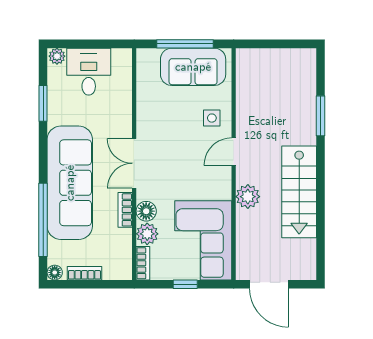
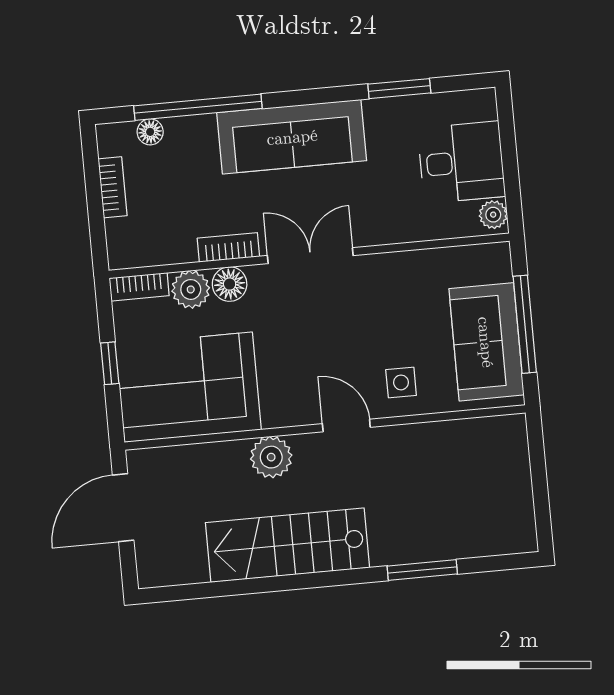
plant: (57, 56) -> (493, 215), moved
sofa: (70, 183) -> (292, 137), width x0.74, depth x0.79
floor lamp: (55, 273) -> (150, 132), moved

